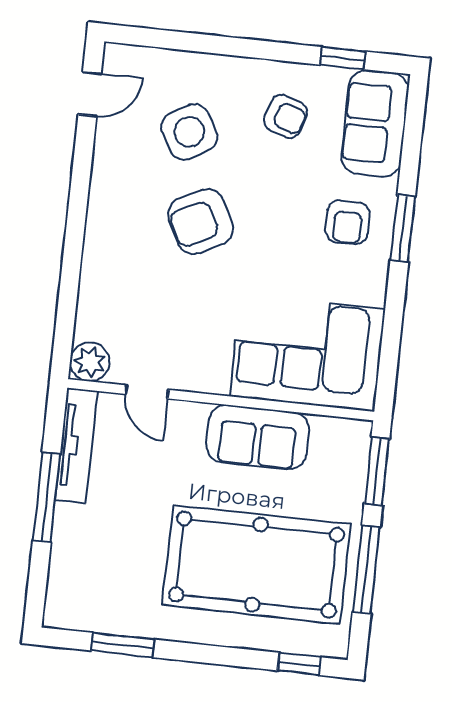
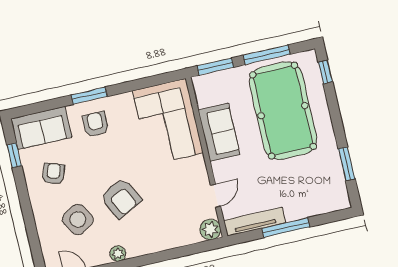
plant: (104, 182) -> (118, 254), added
armchair: (348, 222) -> (96, 124), turned -90

